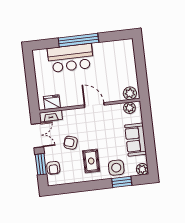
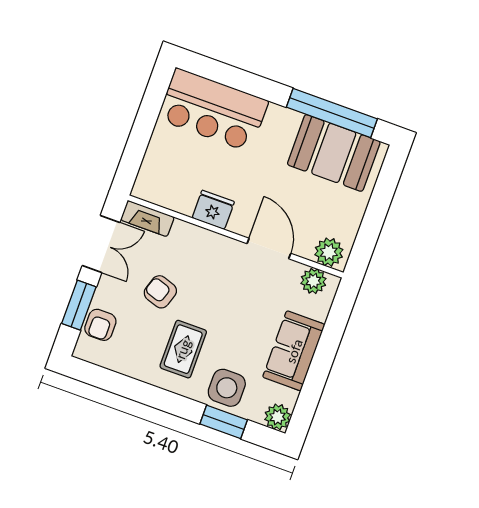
window: (78, 40) -> (332, 113), moved
booth: (112, 53) -> (334, 153), added
bar counter: (70, 58) -> (213, 110), moved
fridge: (52, 102) -> (213, 210), moved
door: (94, 105) -> (269, 248), moved

